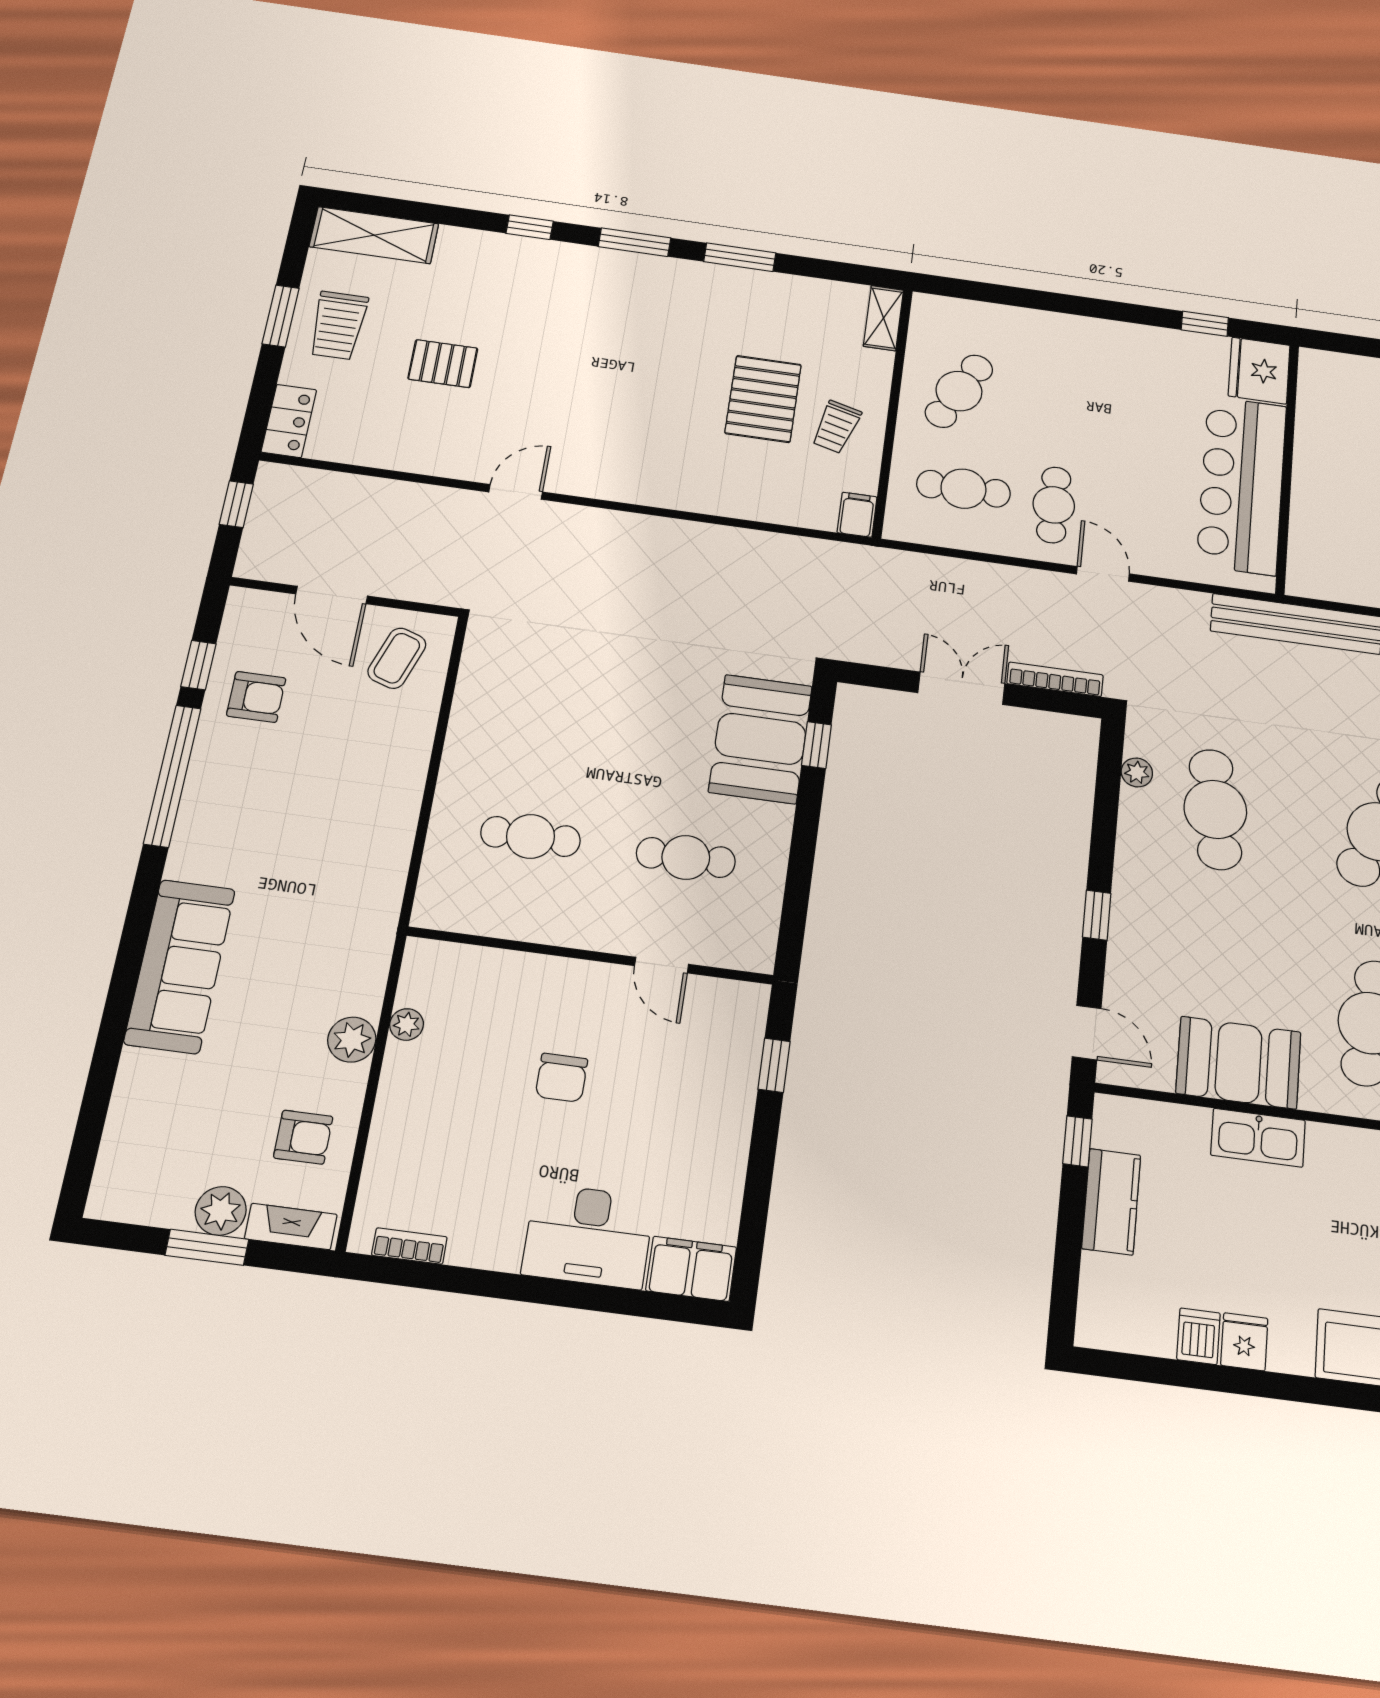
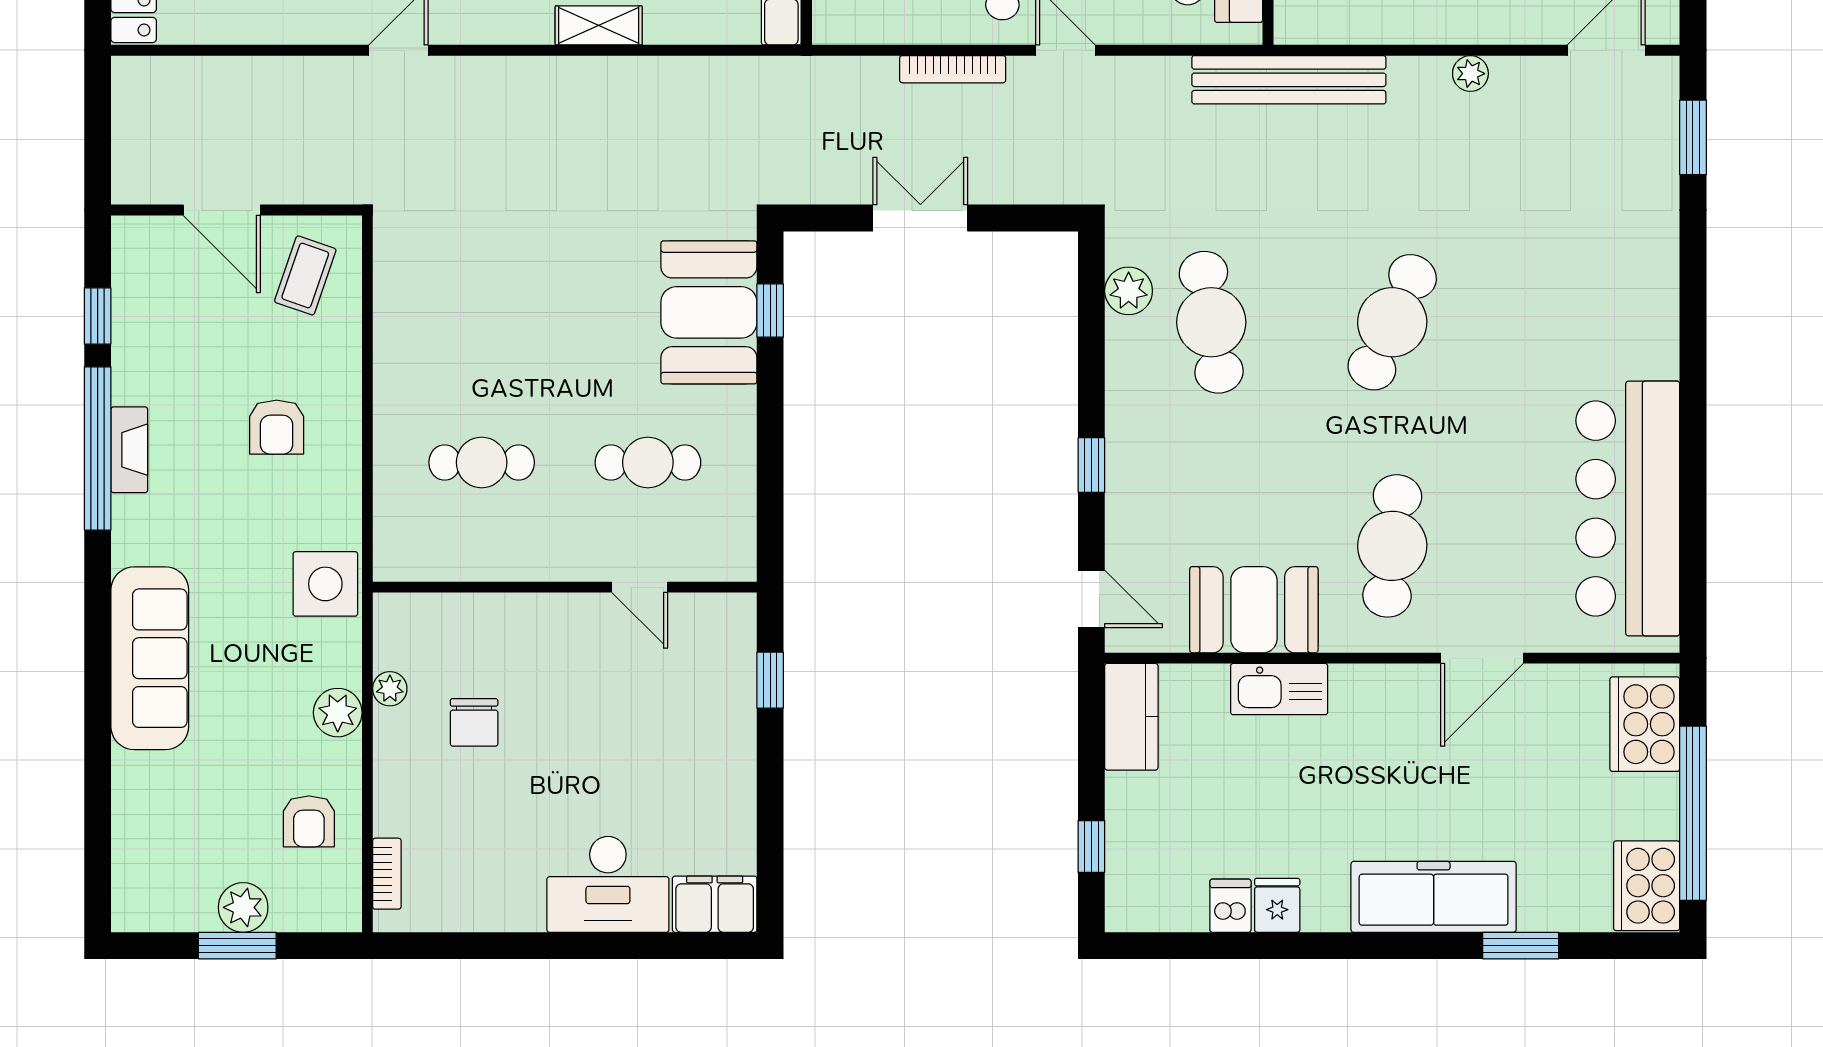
shelving: (696, 498) -> (599, 25), added
window: (236, 504) -> (98, 115), removed
bookcase: (1055, 679) -> (953, 69), moved, turned 180
armchair: (256, 697) -> (277, 427), moved, turned 90
plant: (1137, 772) -> (1129, 291), width x1.38, depth x1.38
side table: (363, 922) -> (325, 584), added
chair: (562, 1078) -> (474, 722), moved
armchair: (303, 1137) -> (309, 821), turned 90
window: (1077, 1141) -> (1091, 847), moved
kitchen counter: (1111, 1202) -> (1131, 717), moved
fireplace: (291, 1227) -> (129, 450), moved, turned 90
bookcase: (409, 1246) -> (387, 874), moved, turned 90

